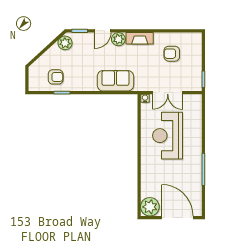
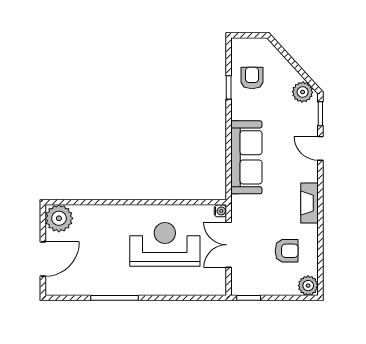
plant: (118, 39) -> (308, 286), moved
armchair: (172, 54) -> (287, 251), turned 90
armchair: (56, 77) -> (252, 78), turned 180
sofa: (115, 81) -> (246, 157), width x1.36
door: (177, 218) -> (43, 259), width x0.73

